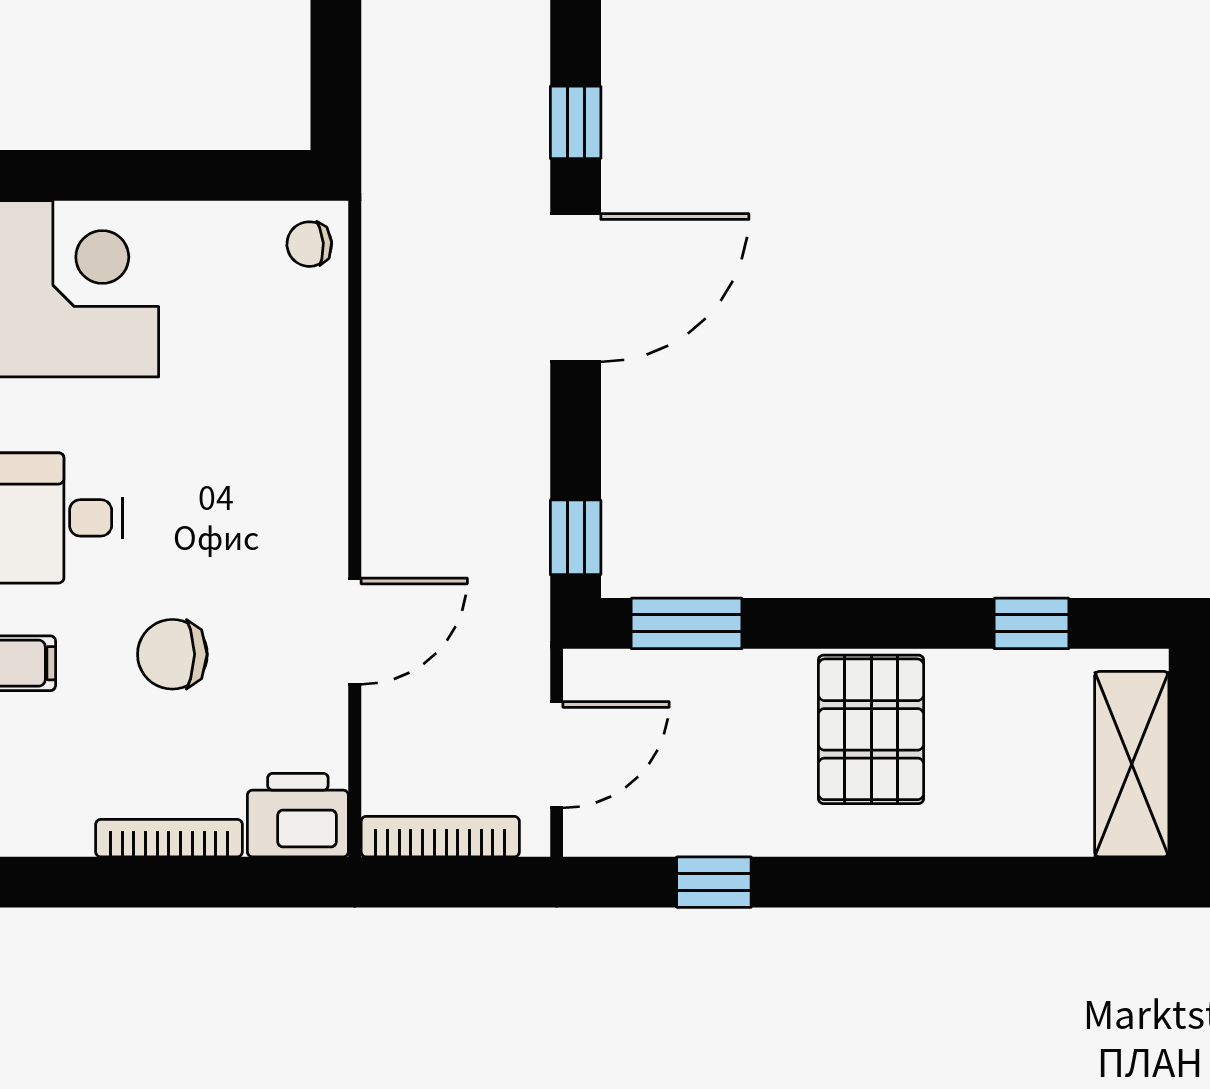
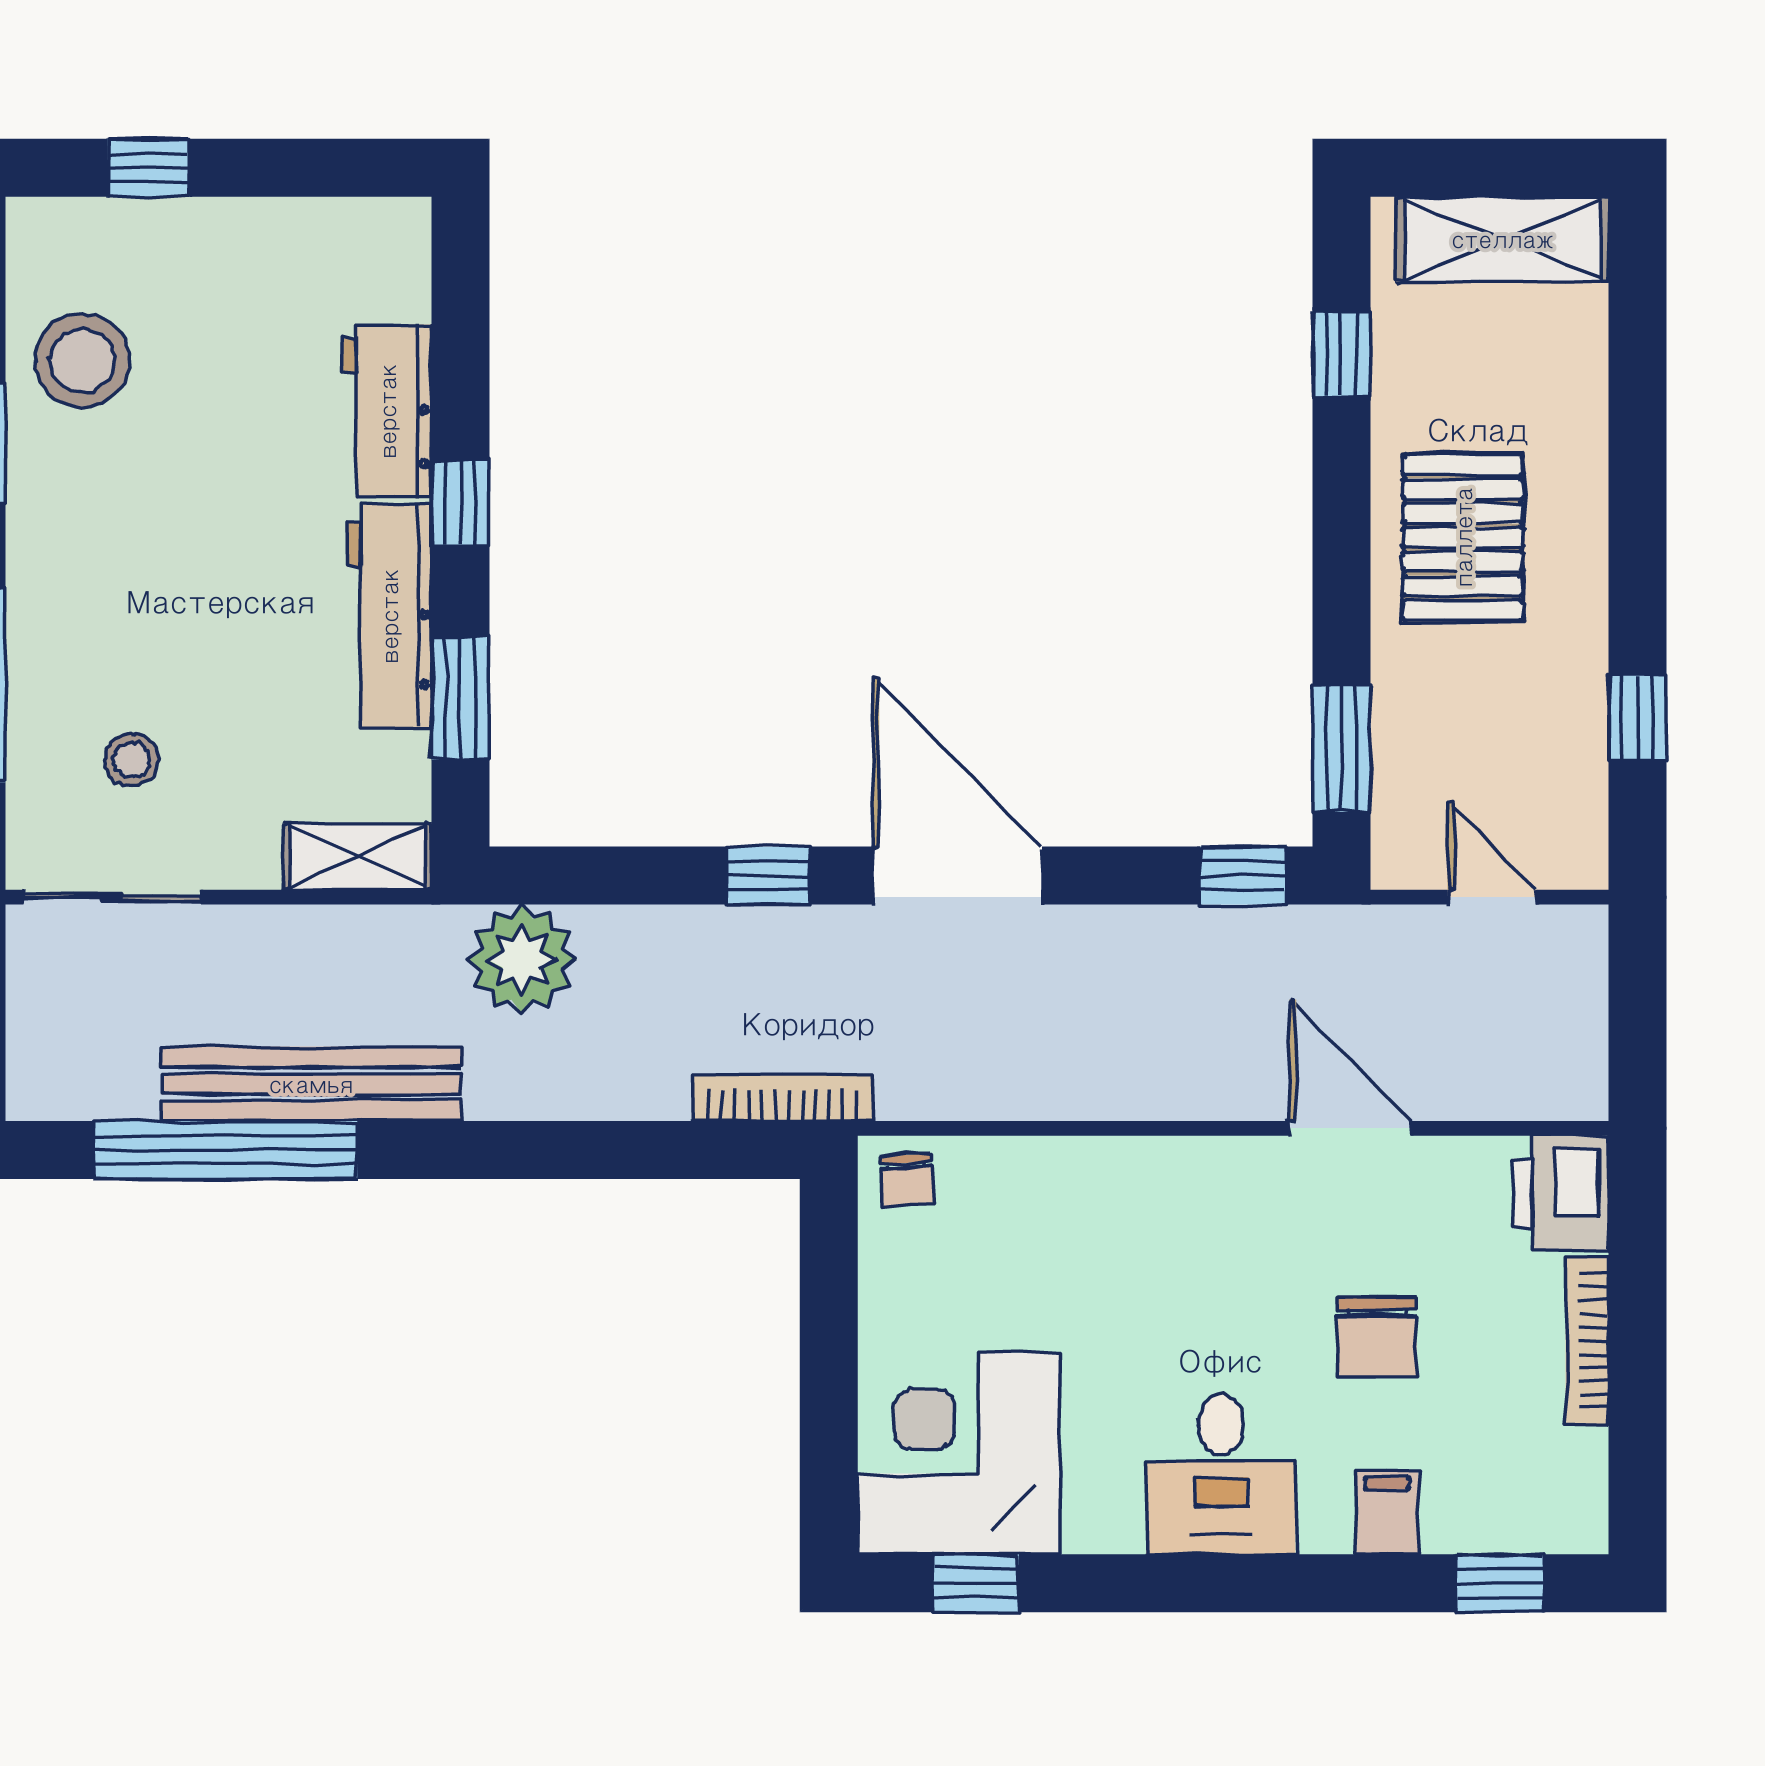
pallet: (871, 729) -> (1463, 537), turned 90
door: (557, 755) -> (1492, 897), width x0.73
bookcase: (440, 837) -> (782, 1098), moved, turned 90

